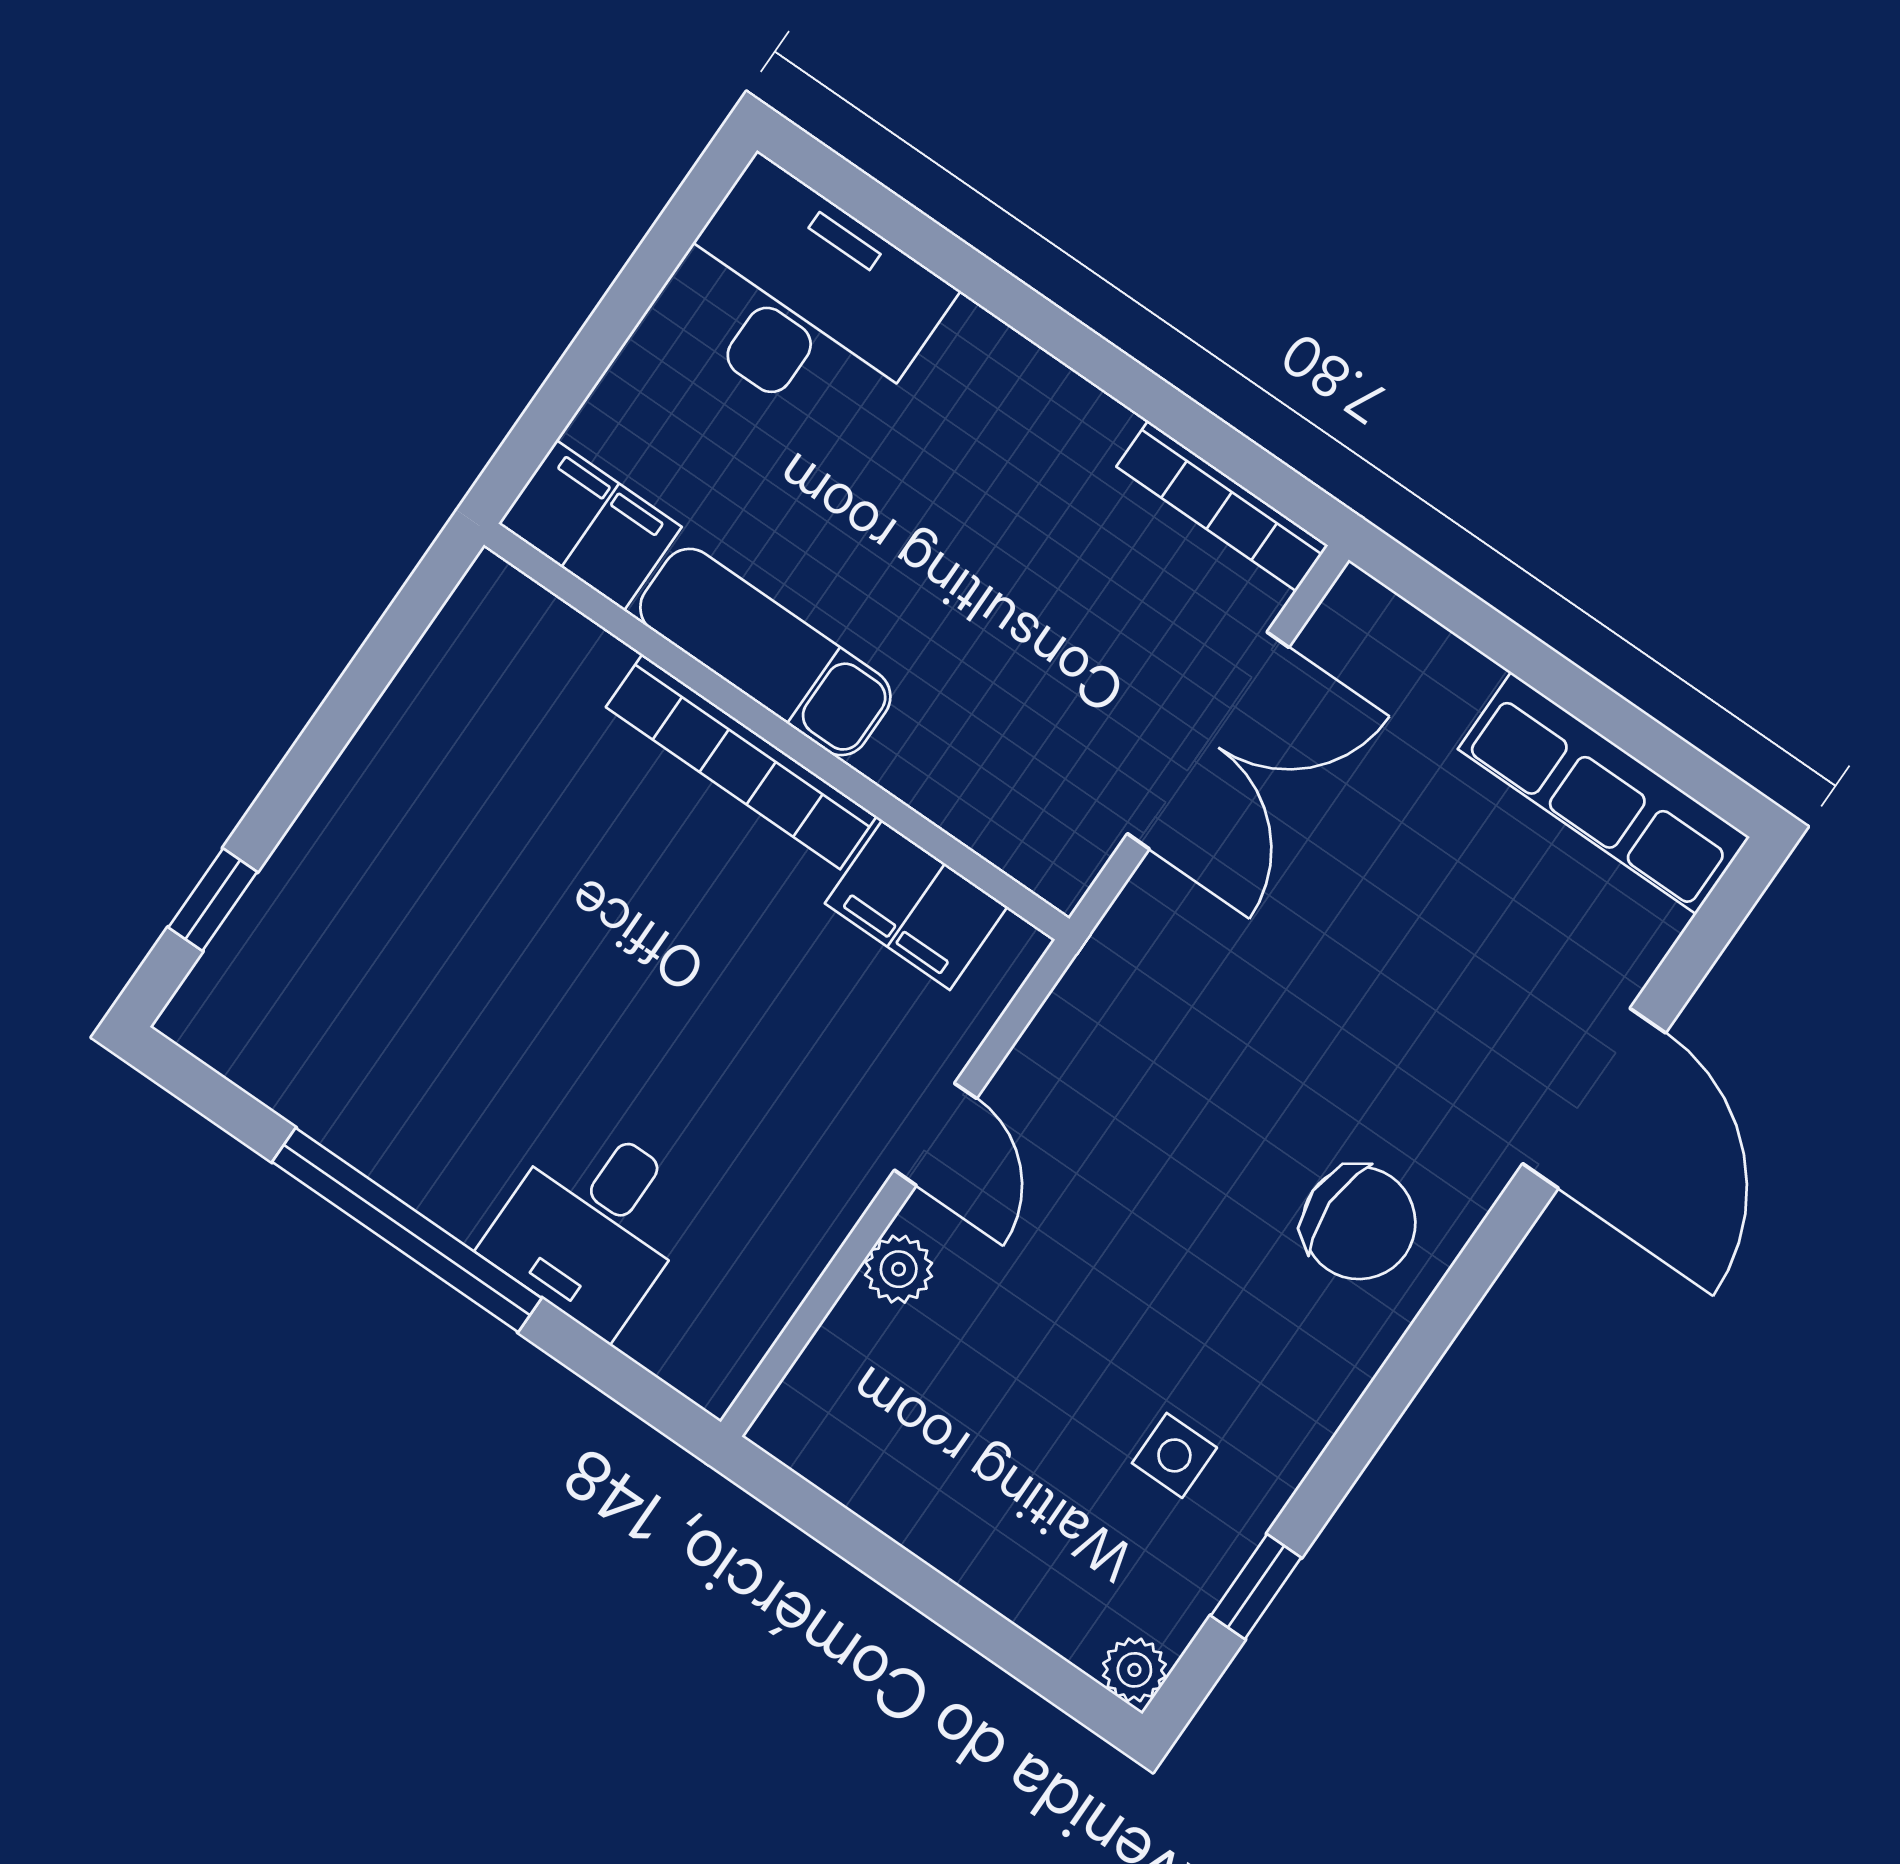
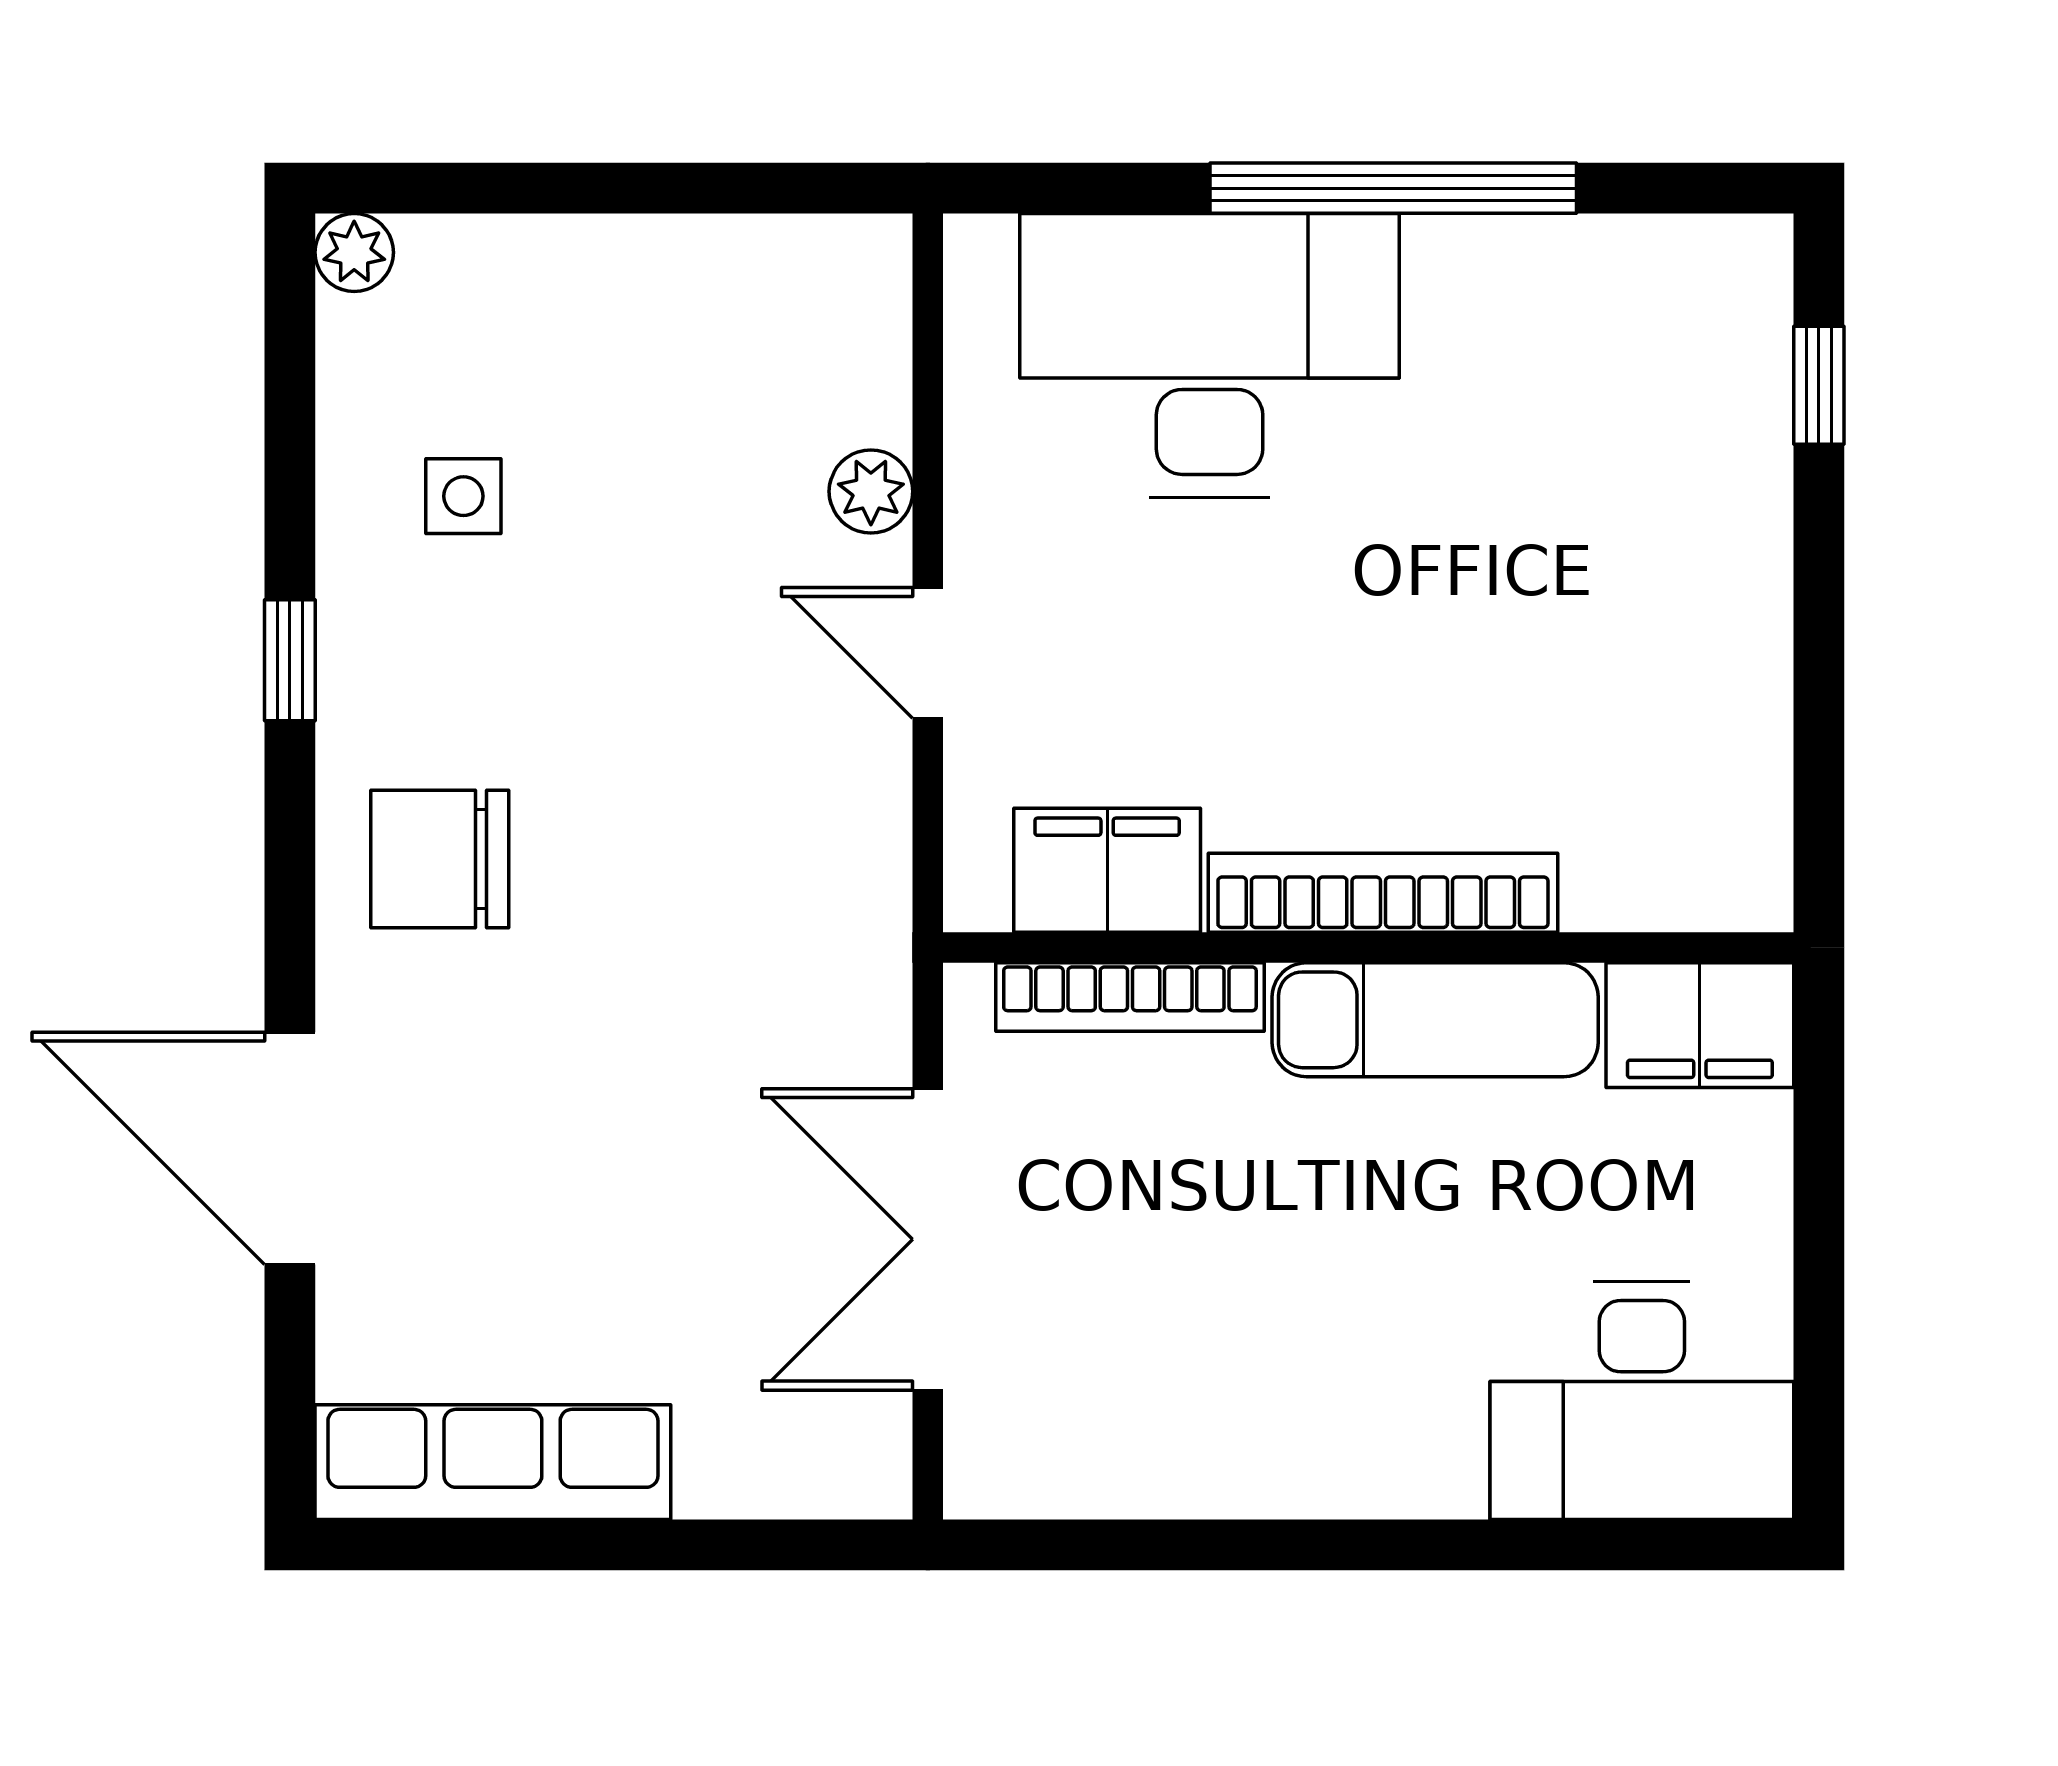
bookcase: (1222, 506) -> (1130, 997), moved, turned 180
desk: (593, 1225) -> (1210, 355), width x1.87, depth x1.30
window: (1256, 1587) -> (290, 660), moved

